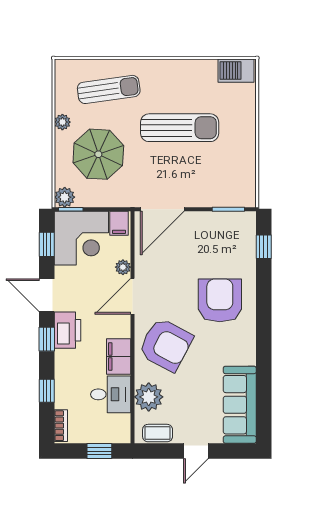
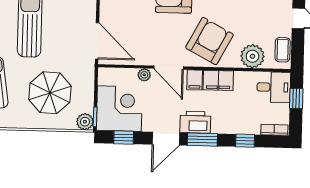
plant: (62, 122) -> (22, 122), removed
filing cabinet: (119, 223) -> (195, 80), moved, turned 90
window: (47, 339) -> (202, 140), width x1.50
desk: (111, 394) -> (274, 87), moved, turned 90

